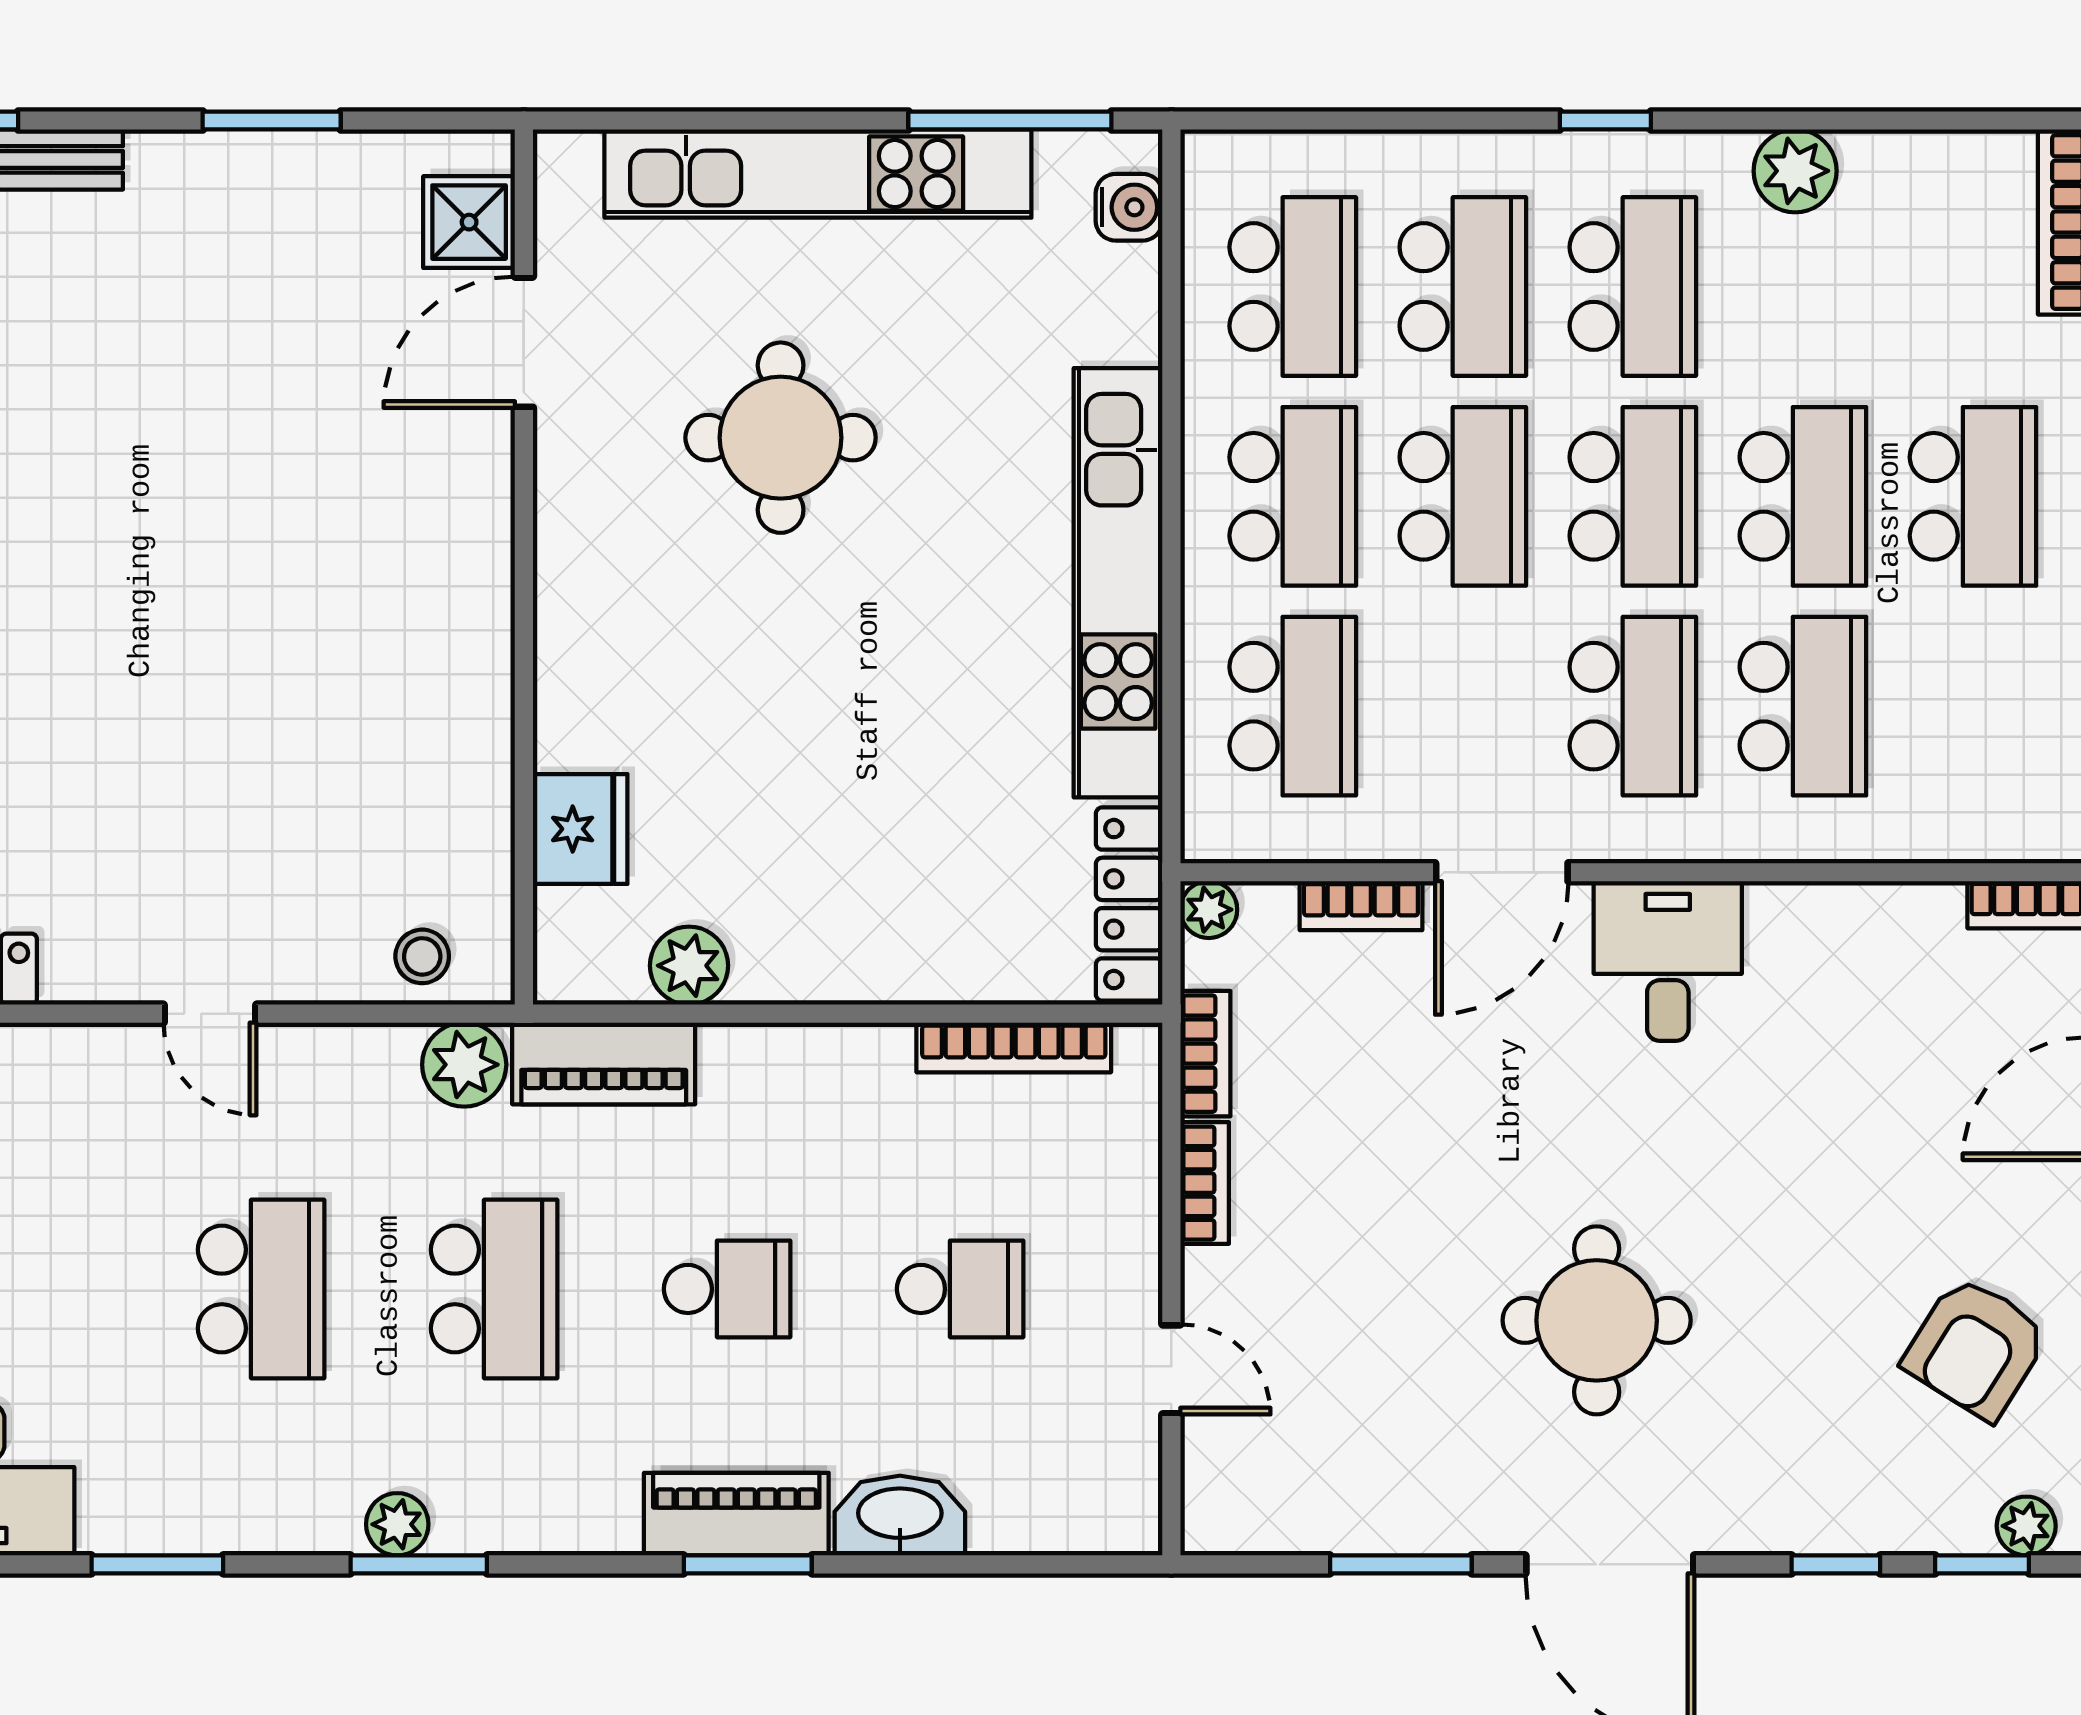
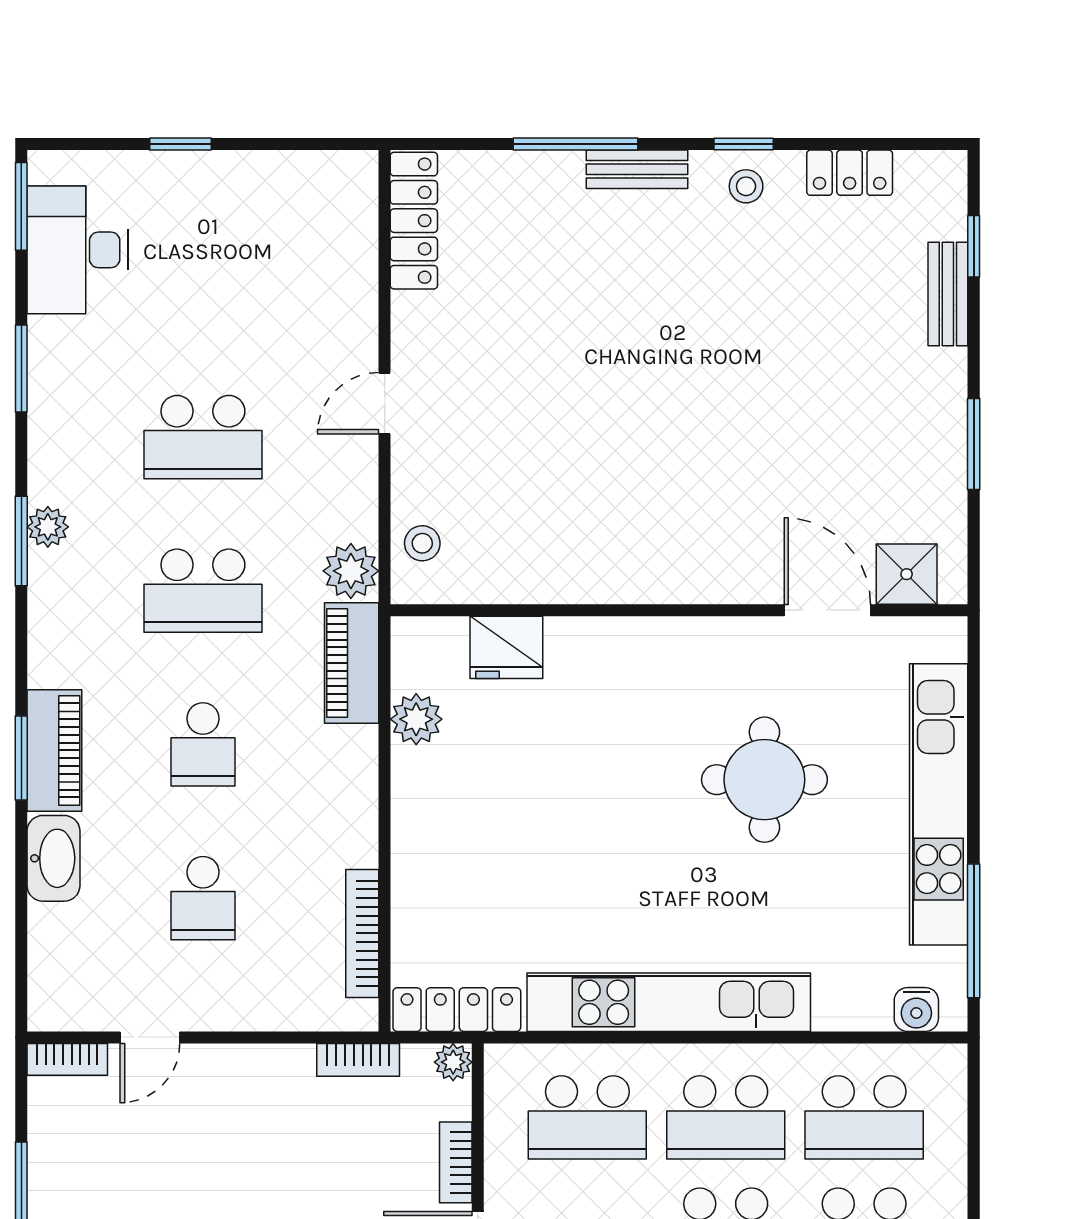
bookcase: (1205, 1183) -> (67, 1059), moved

